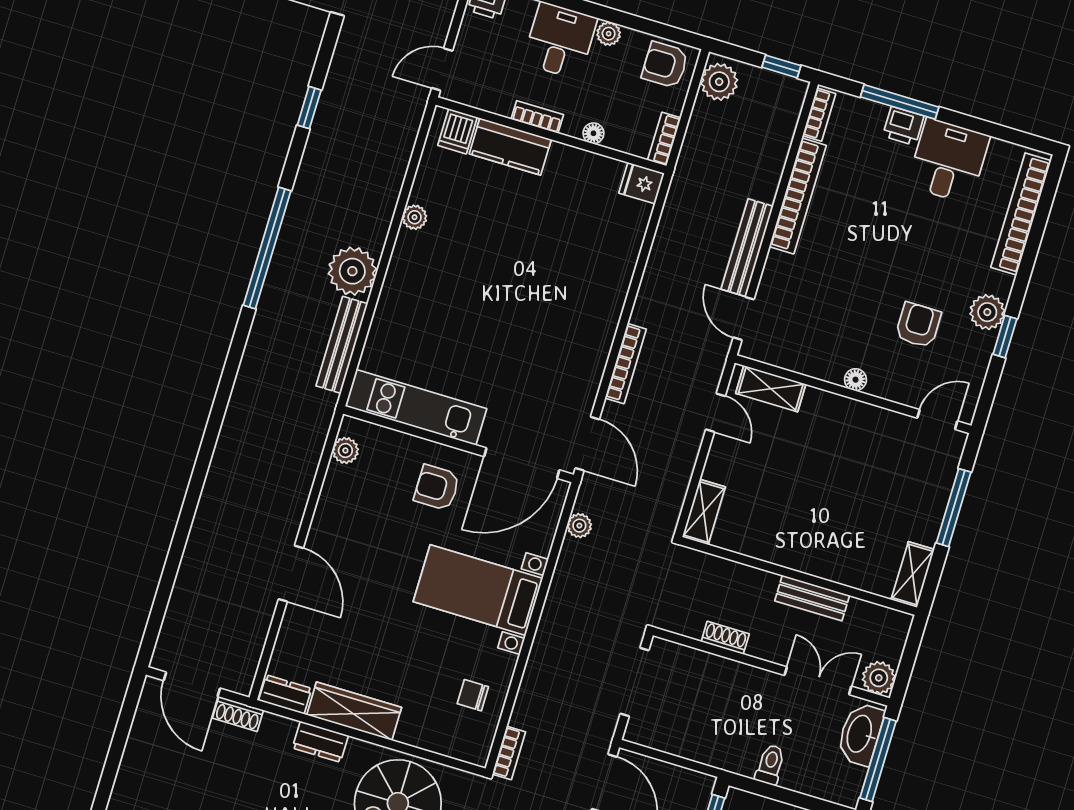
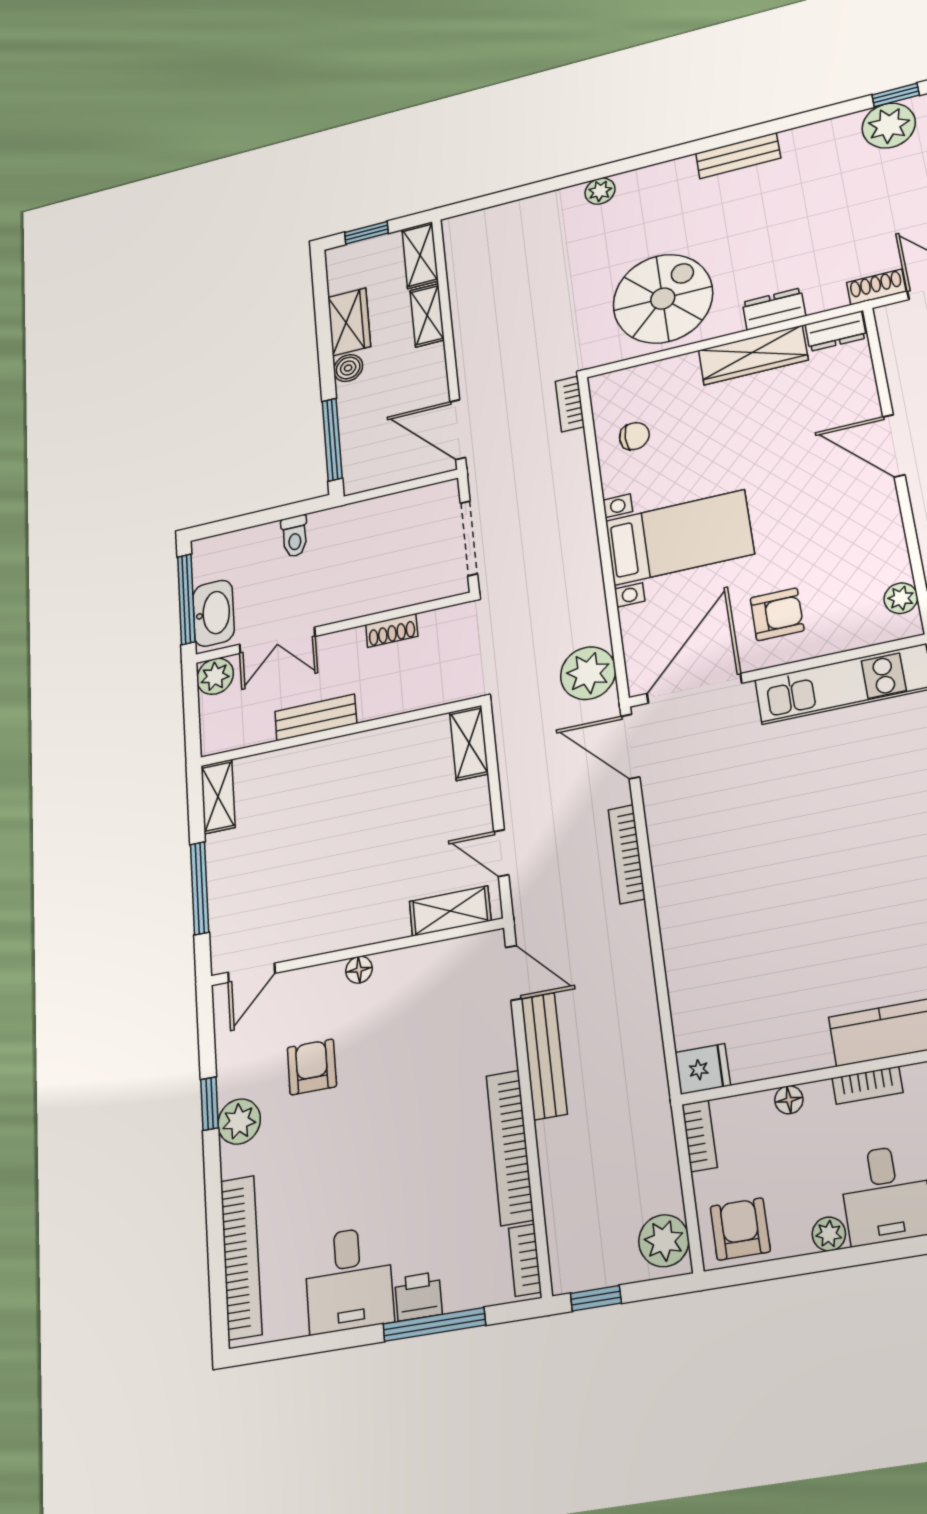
armchair: (665, 65) -> (740, 1229), turned -90
armchair: (918, 325) -> (312, 1067), turned 180
plant: (579, 526) -> (588, 673), width x1.88, depth x1.88

